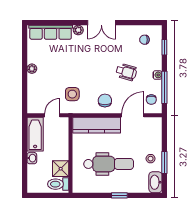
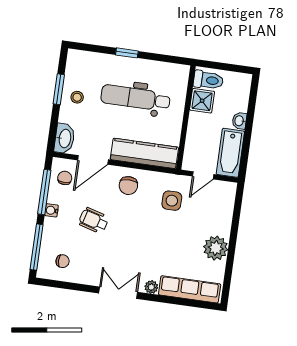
window: (164, 47) -> (37, 247), width x2.17
plant: (32, 69) -> (216, 248), width x1.88, depth x1.88
washbasin: (155, 182) -> (64, 138), moved

